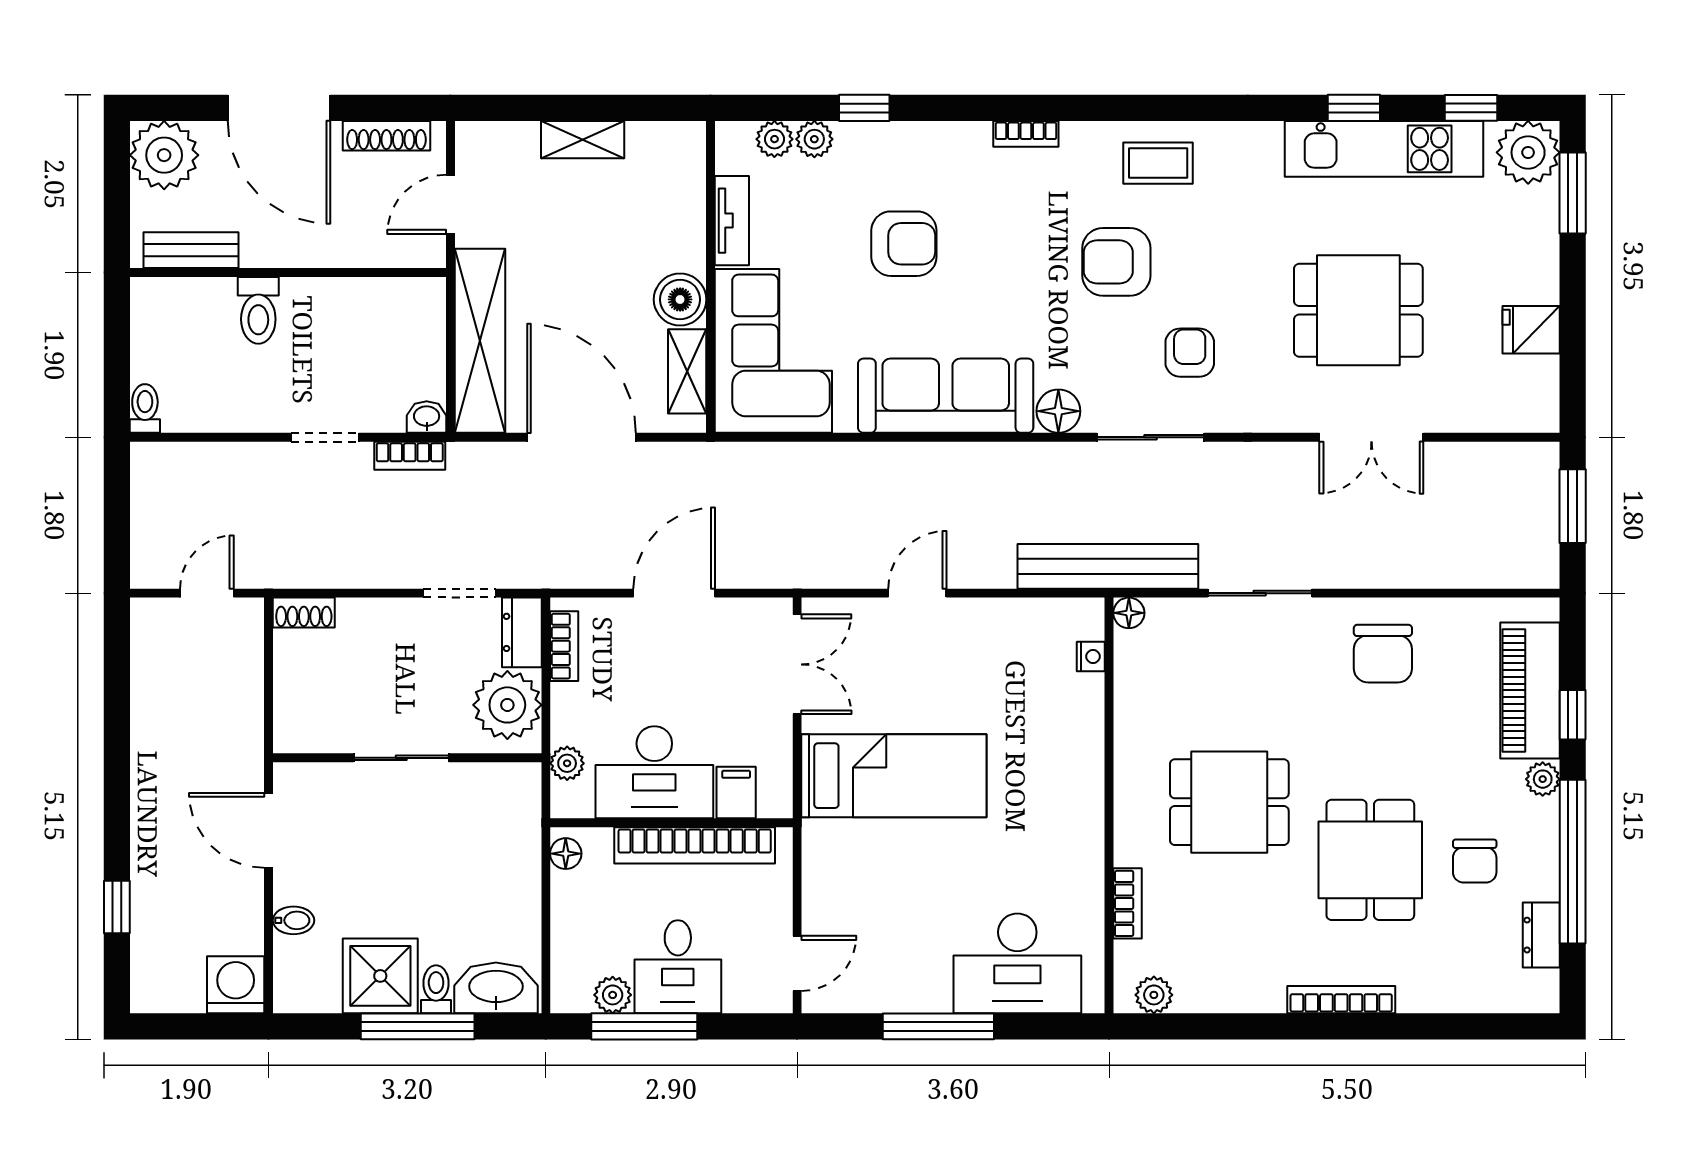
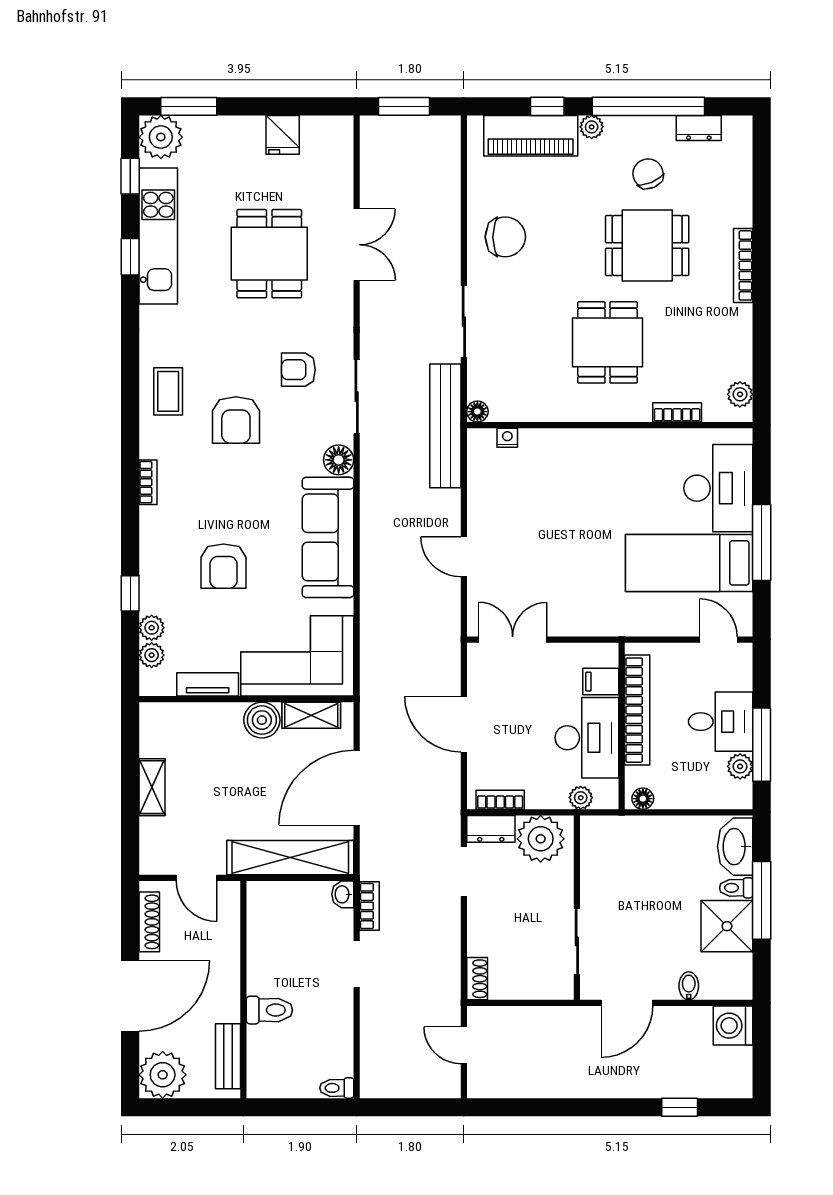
armchair: (904, 244) -> (224, 566), turned 180
sliding door: (401, 758) -> (577, 941), moved
bed: (894, 776) -> (689, 563), moved, turned -90
chair: (1475, 861) -> (648, 174), turned -113

